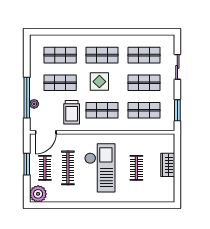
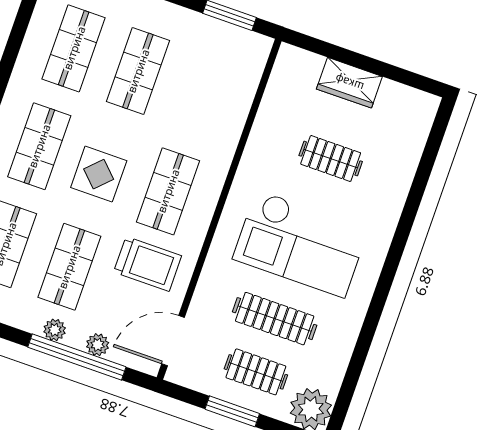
plant: (34, 86) -> (55, 330), added
shop shelf: (144, 110) -> (202, 93), removed
door: (46, 132) -> (173, 341), swing flipped
checkout: (100, 168) -> (301, 244), turned 180

